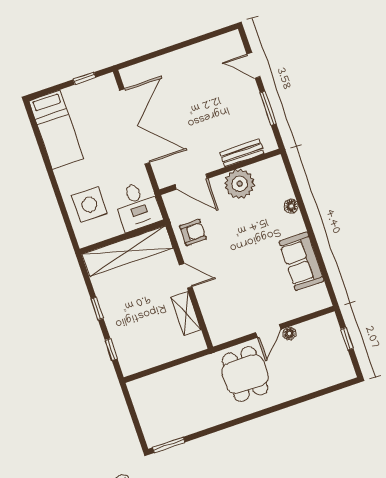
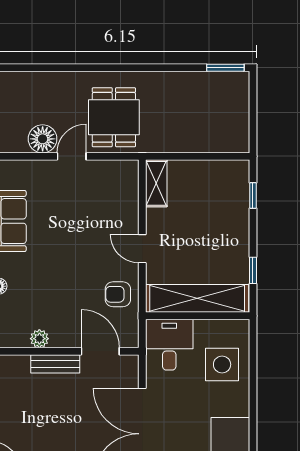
bench: (242, 153) -> (55, 364), moved
plant: (240, 184) -> (39, 339), width x0.53, depth x0.53
window: (97, 309) -> (253, 270), moved
shelving: (186, 313) -> (156, 183), moved
floor lamp: (289, 333) -> (43, 139), width x1.89, depth x1.89

